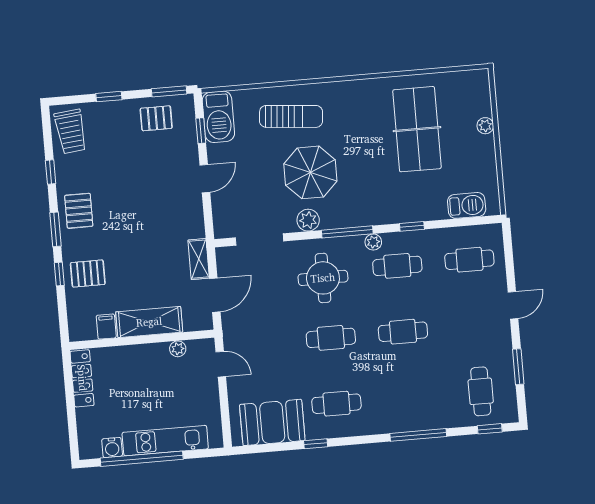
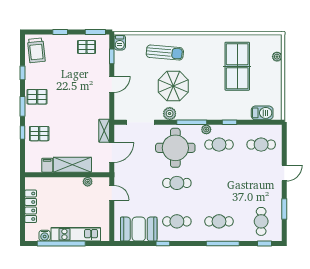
barbecue: (218, 117) -> (120, 42), width x0.53, depth x0.65
plant: (485, 126) -> (277, 57), moved
pallet: (79, 211) -> (37, 97), turned 90
round table: (323, 278) -> (175, 148), width x1.36, depth x1.36
cafe table: (403, 332) -> (219, 221), moved
locker: (82, 378) -> (31, 206), moved

